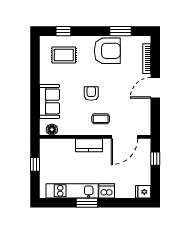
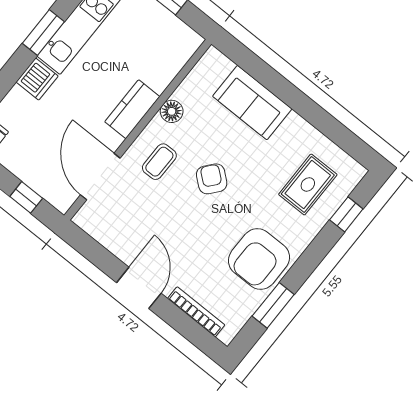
armchair: (91, 94) -> (212, 179), turned -140
floor lamp: (52, 130) -> (172, 111), moved

